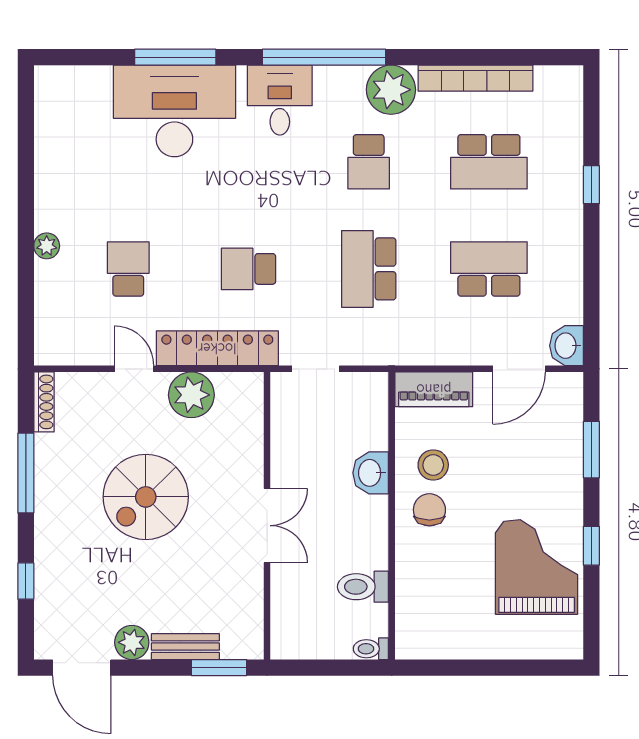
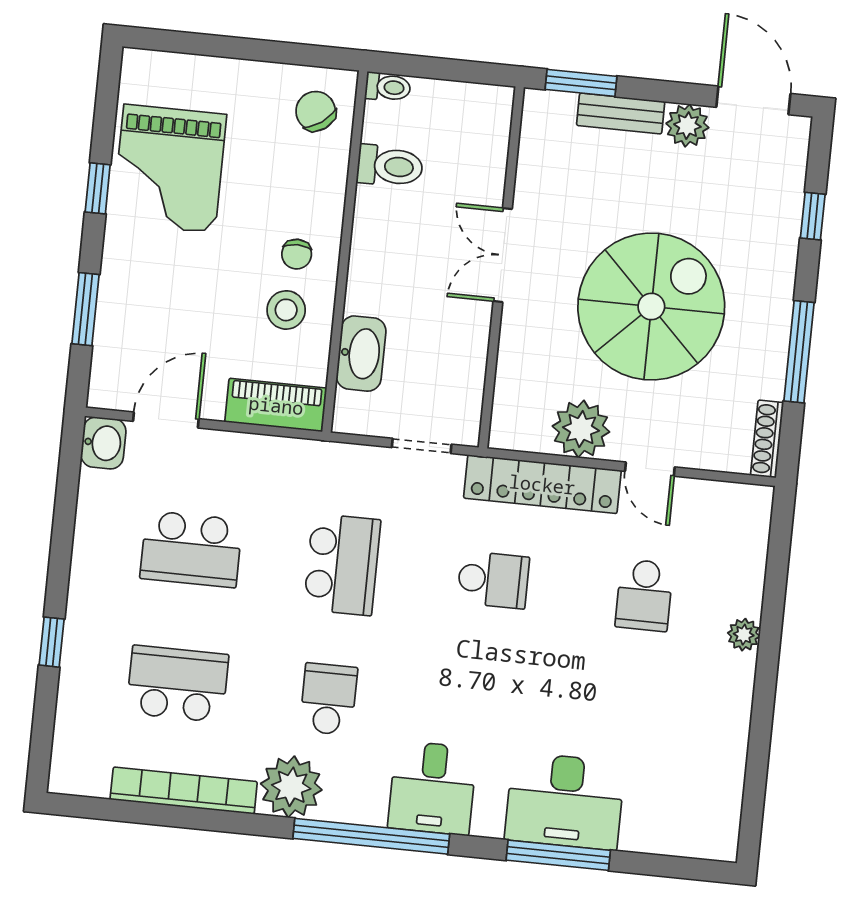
desk: (174, 111) -> (565, 801), width x0.73, depth x0.77
washbasin: (371, 473) -> (361, 354), moved, width x1.38
spiral stairs: (146, 497) -> (651, 307), width x1.37, depth x1.37
chair: (429, 510) -> (297, 254), width x0.73, depth x0.73
chair: (426, 624) -> (316, 111), added

